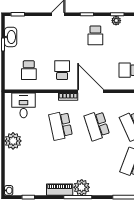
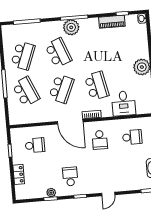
school desk: (29, 70) -> (132, 137), turned 90
desk: (24, 105) -> (124, 103), moved
school desk: (97, 126) -> (61, 89), turned 42
school desk: (97, 163) -> (58, 53), added
piano: (60, 190) -> (112, 22), moved

